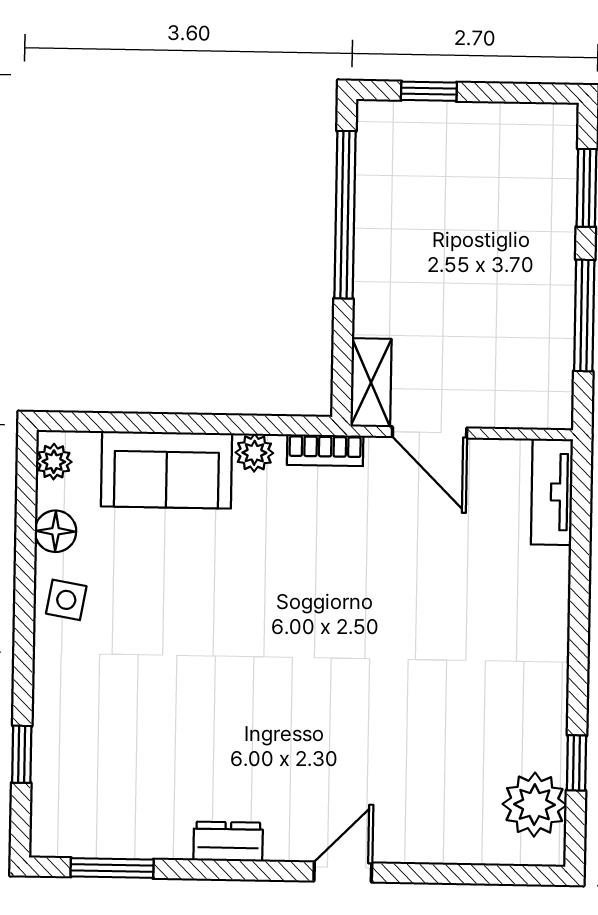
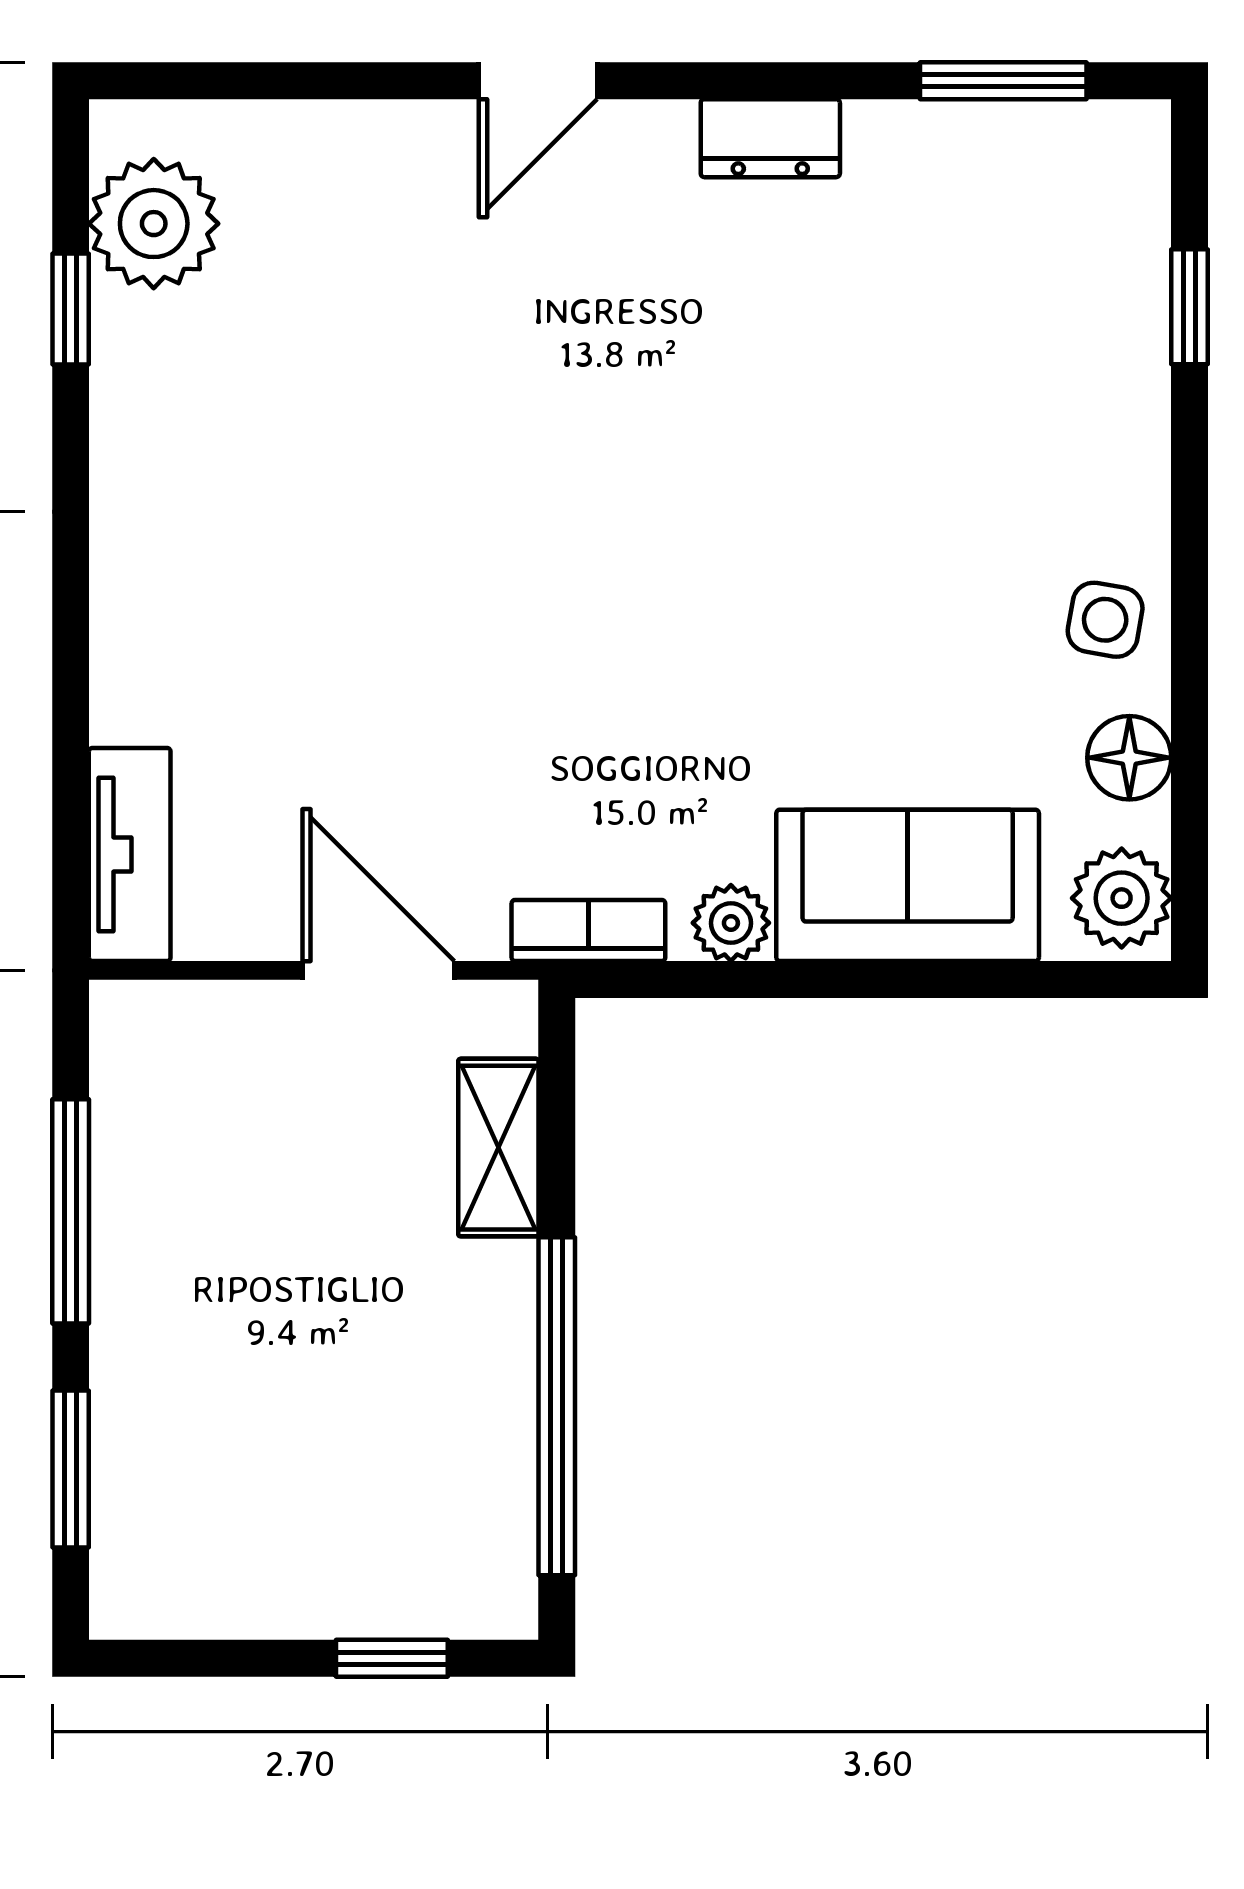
shelving: (371, 383) -> (498, 1148), moved
plant: (54, 462) -> (1122, 898), width x1.38, depth x1.38

